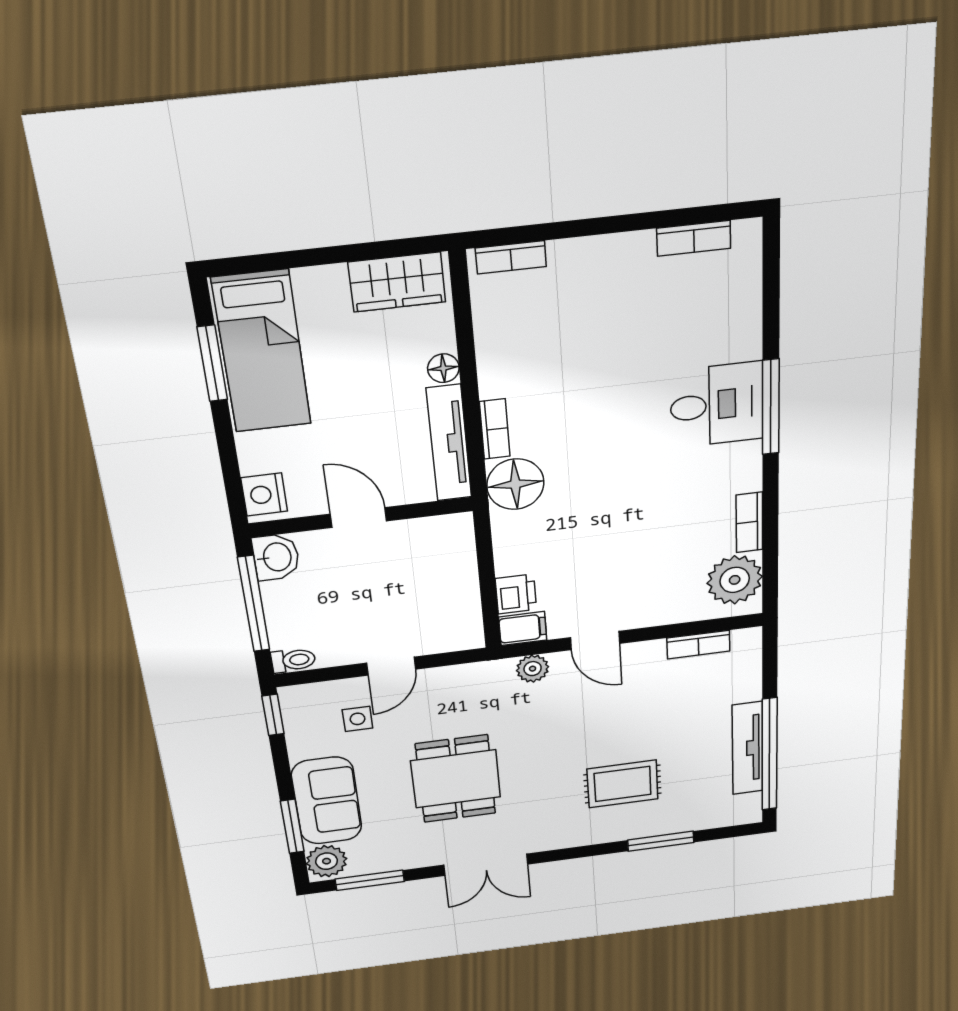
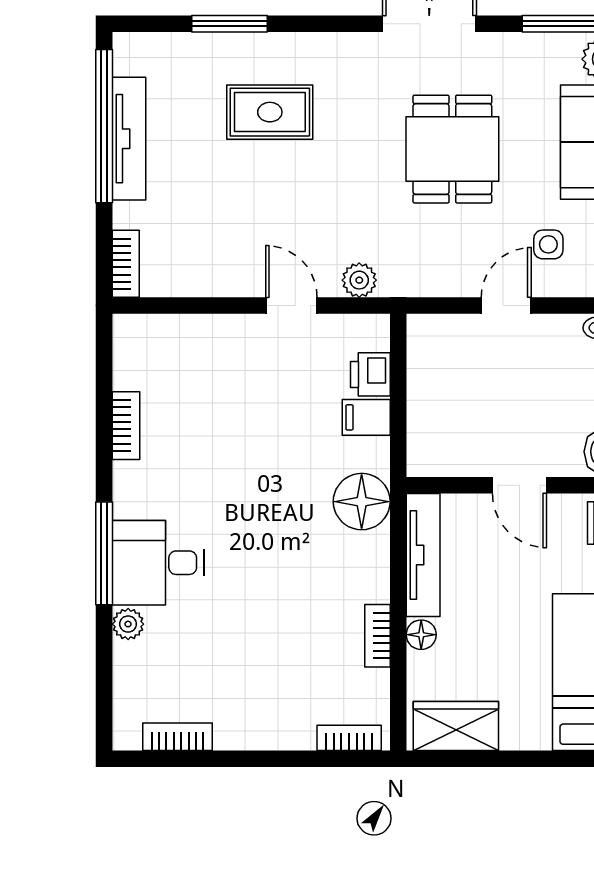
bookcase: (495, 429) -> (377, 636), moved
plant: (735, 580) -> (128, 624), moved, width x0.53, depth x0.53
filing cabinet: (523, 629) -> (366, 417), moved
bookcase: (698, 645) -> (126, 264), moved, turned 90

